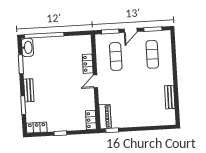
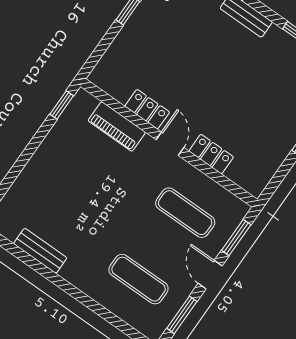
piano: (105, 117) -> (117, 127), moved
locker: (91, 120) -> (147, 109), moved

